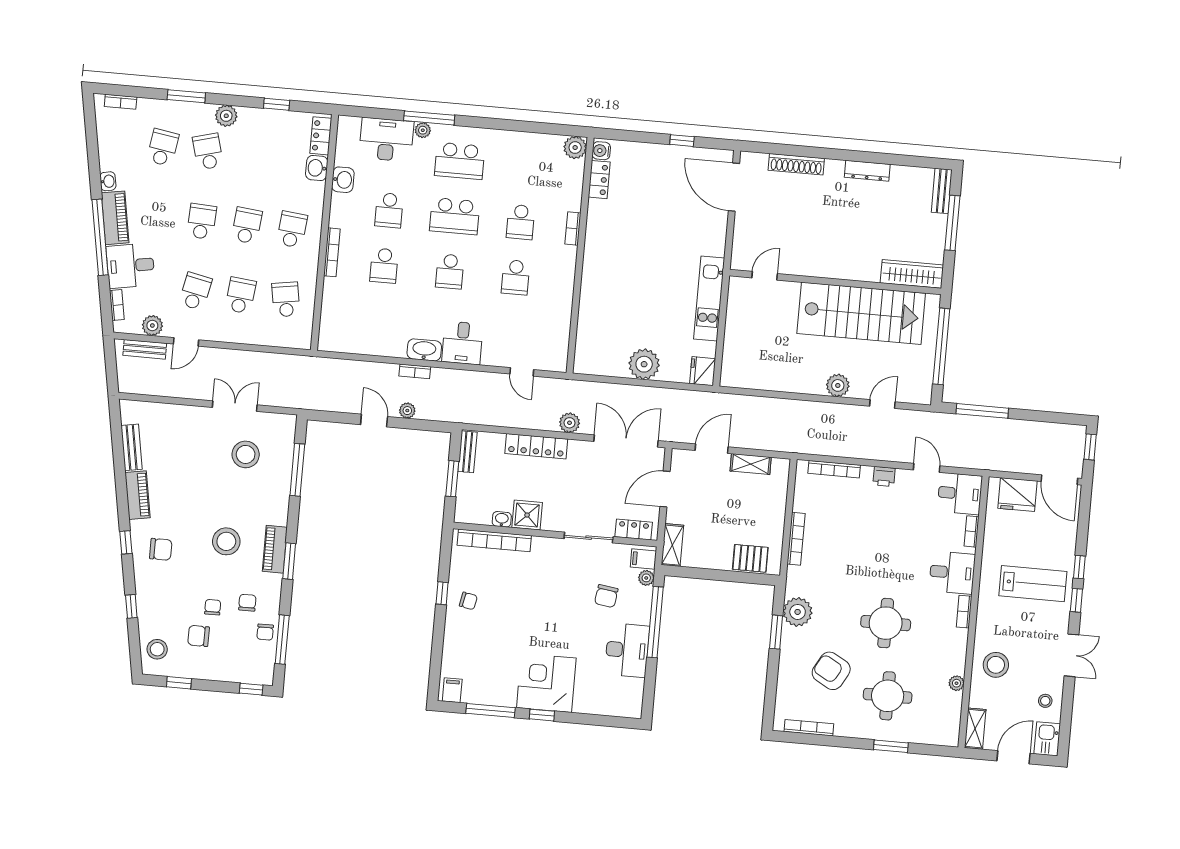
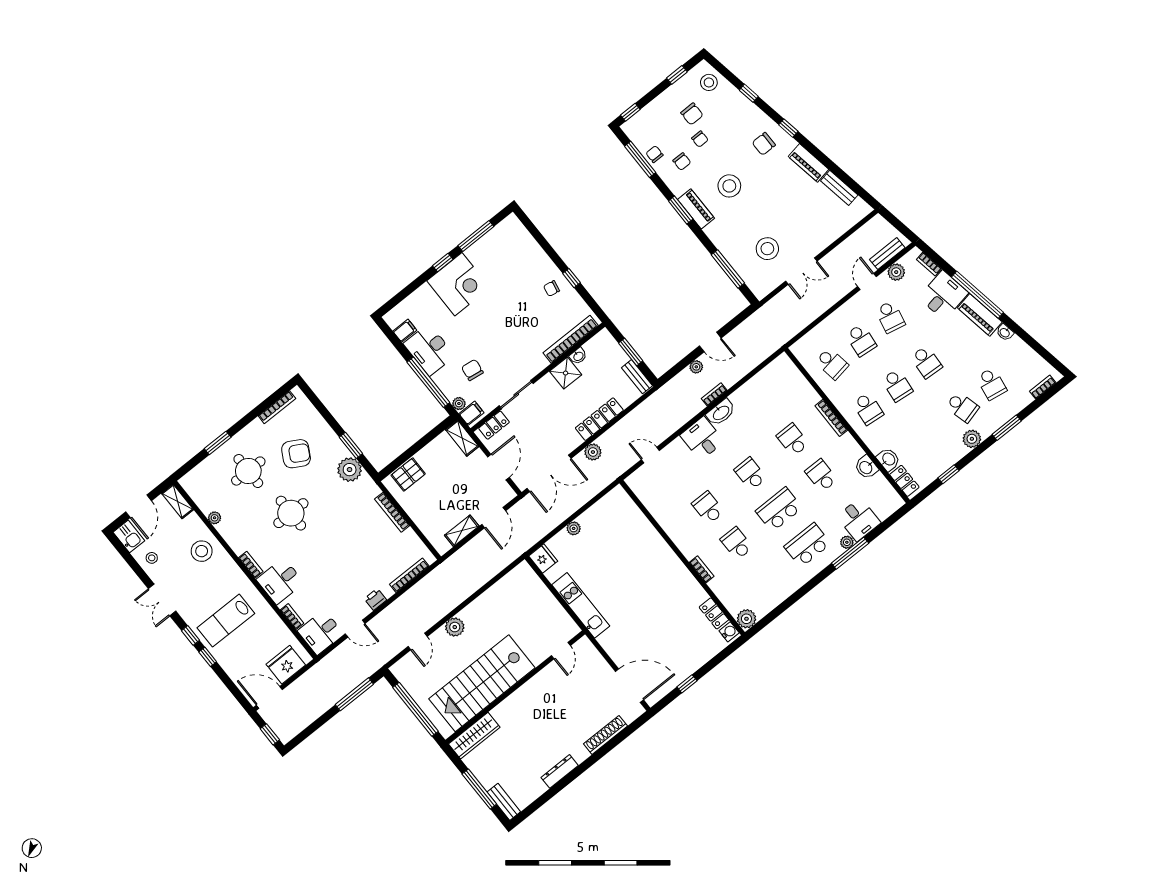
desk: (386, 140) -> (859, 520), width x0.73
plant: (644, 364) -> (574, 528), width x0.53, depth x0.53
chair: (199, 636) -> (692, 114), turned 90
filing cabinet: (452, 690) -> (405, 331), moved, turned -90

